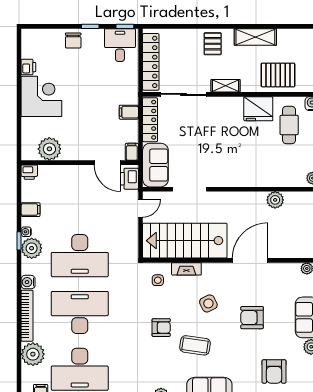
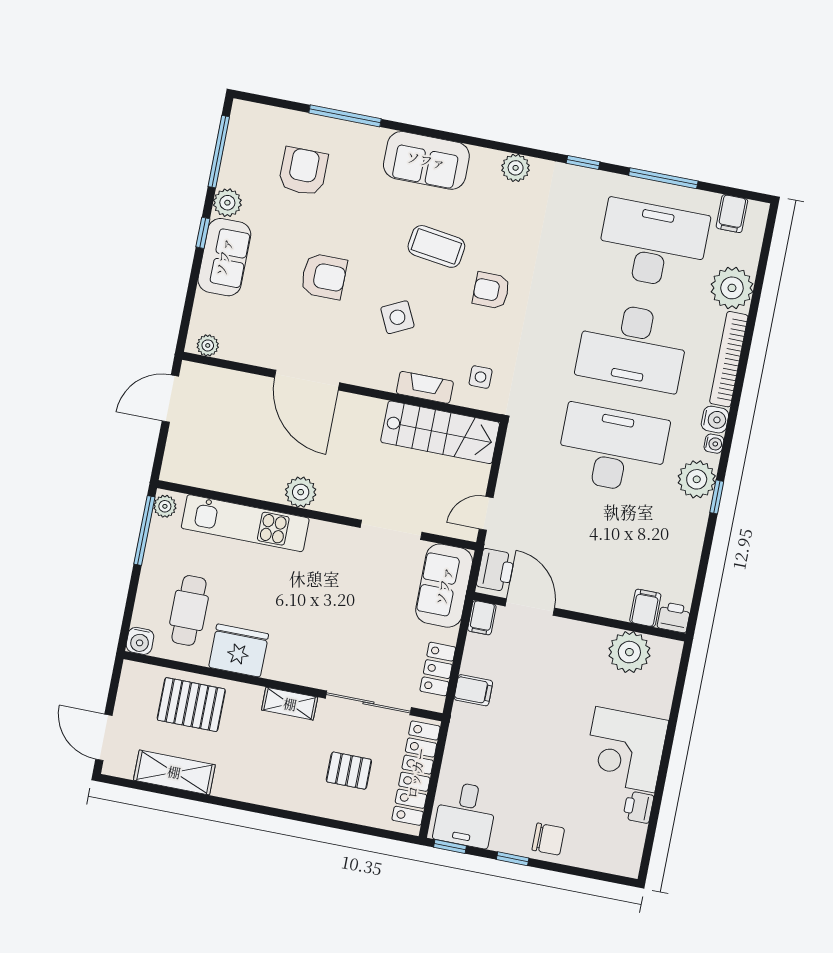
shelving: (255, 37) -> (174, 772), moved
chair: (73, 41) -> (548, 839), turned 90
pallet: (213, 44) -> (349, 771), moved, turned 90
locker: (150, 120) -> (438, 669), width x0.66
kitchen unit: (268, 177) -> (245, 523), added
plant: (275, 200) -> (301, 492), moved
filing cabinet: (31, 210) -> (645, 608), moved, turned 90
water cooler: (26, 232) -> (714, 444), moved
stairs: (185, 241) -> (440, 432), width x0.73, depth x0.66
door: (250, 260) -> (307, 380), hinge flipped

